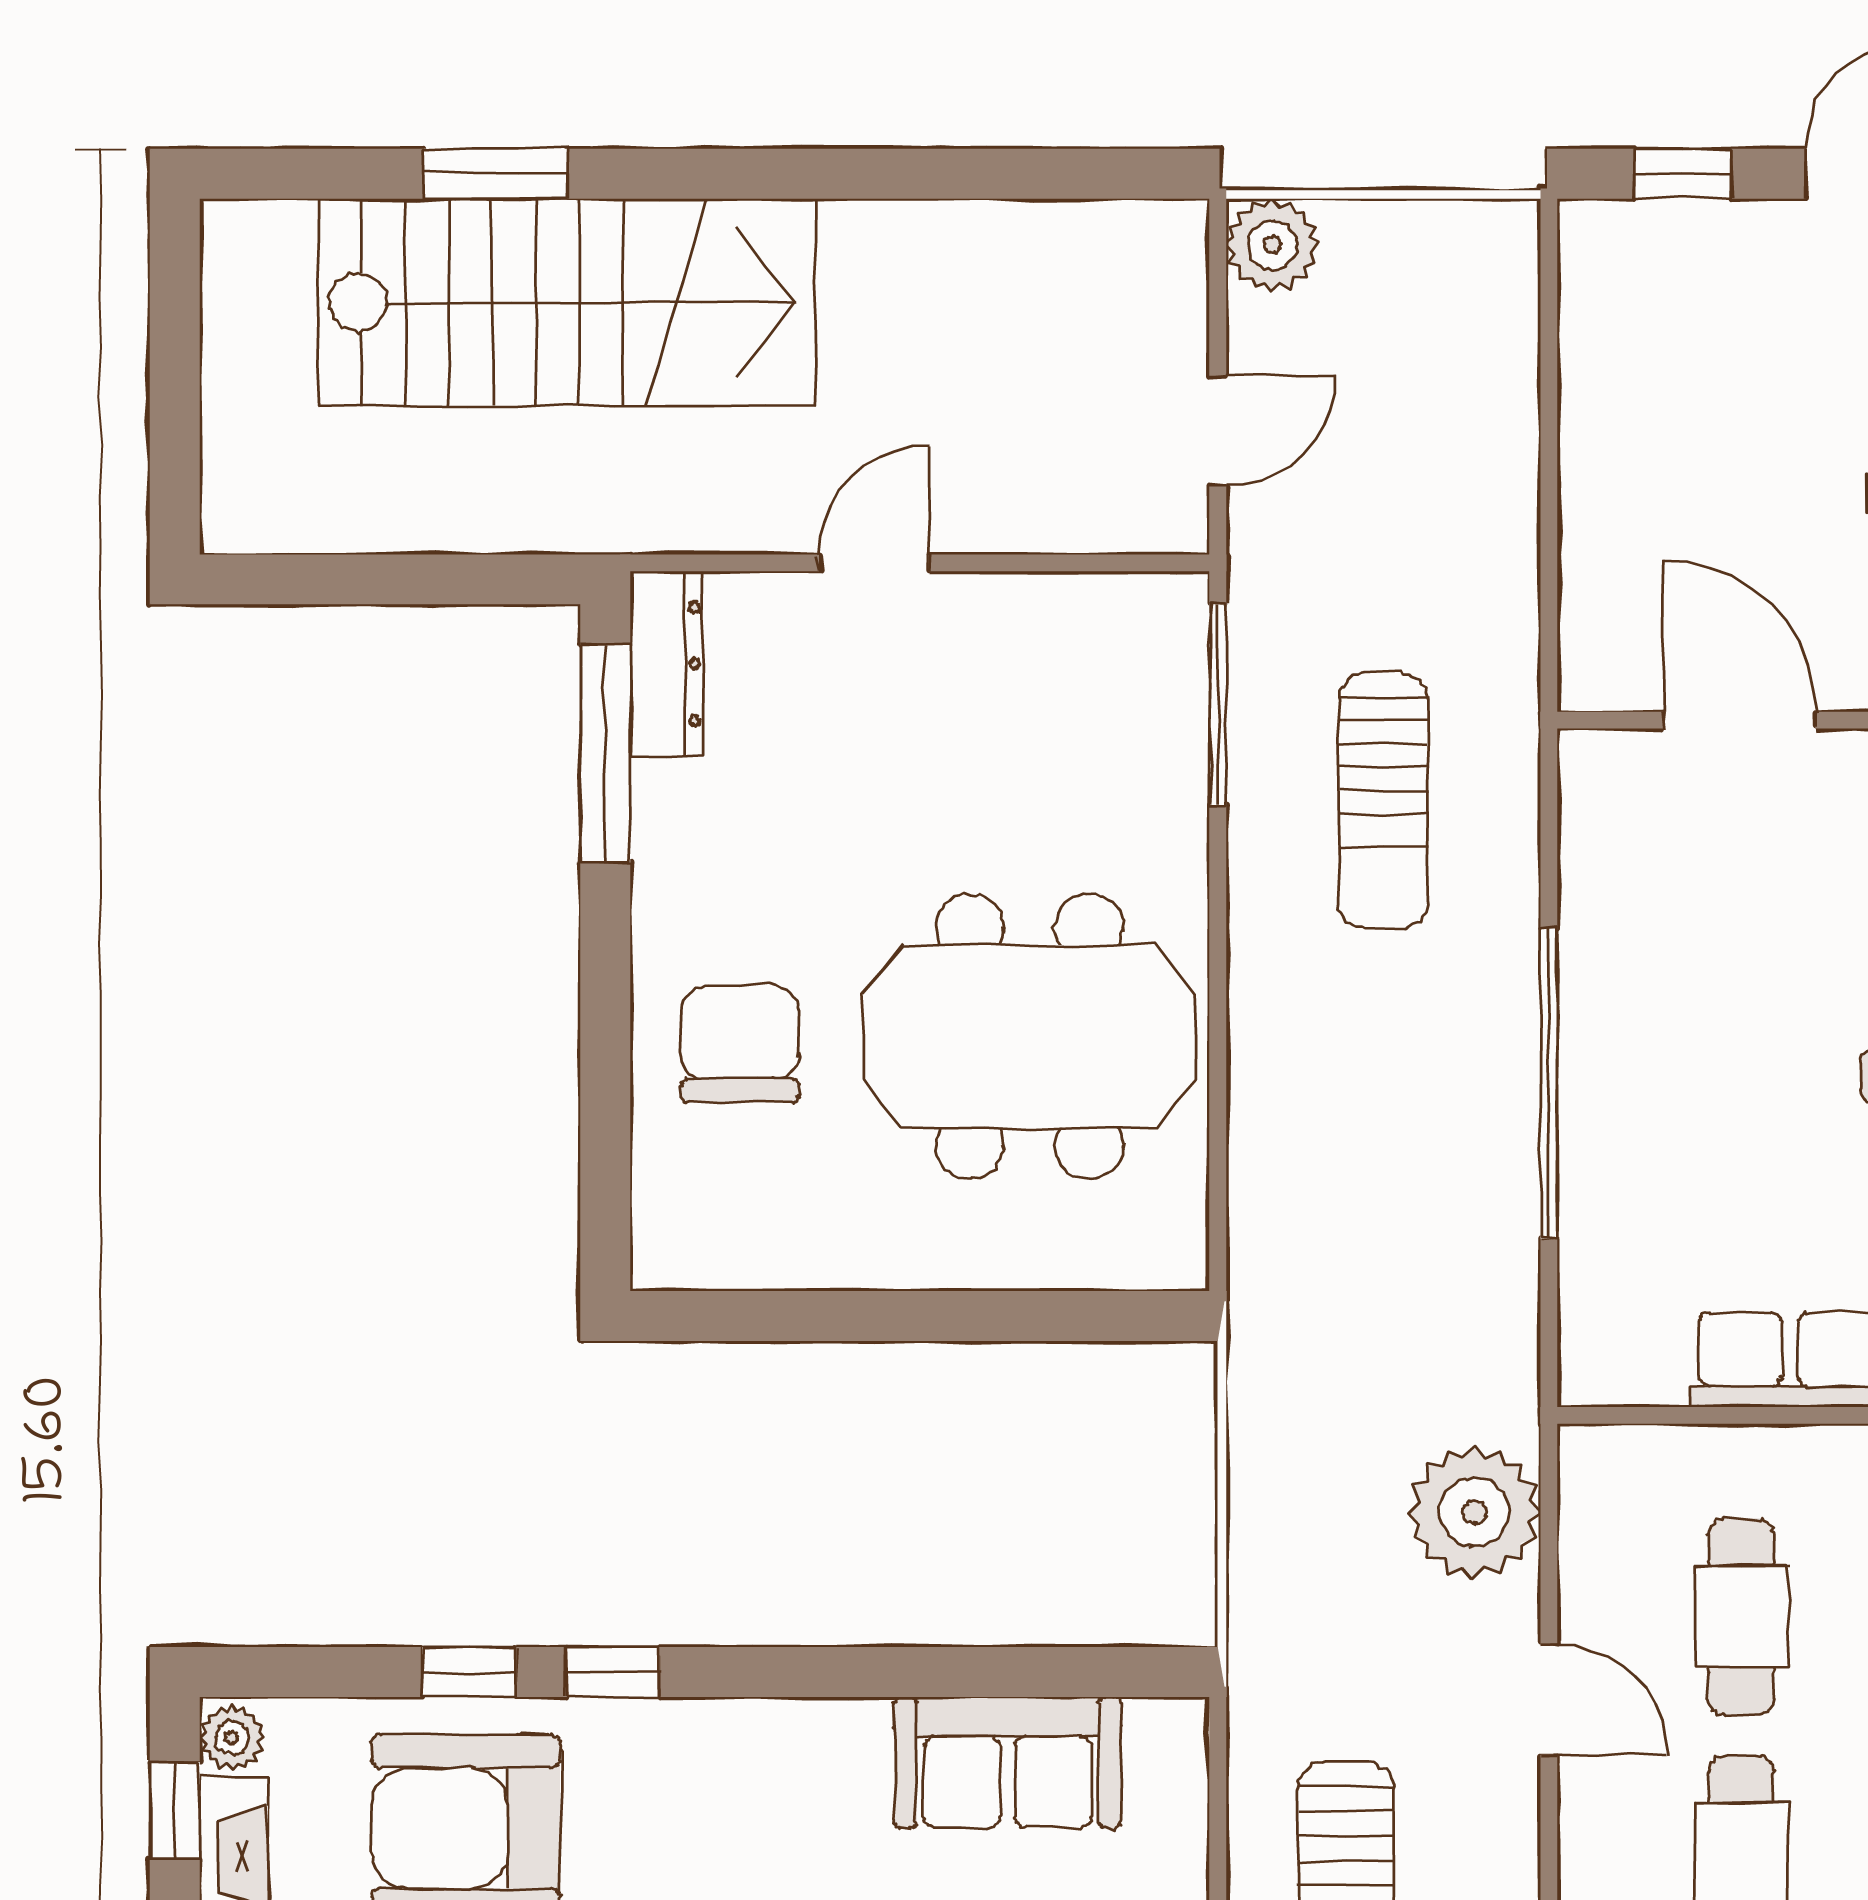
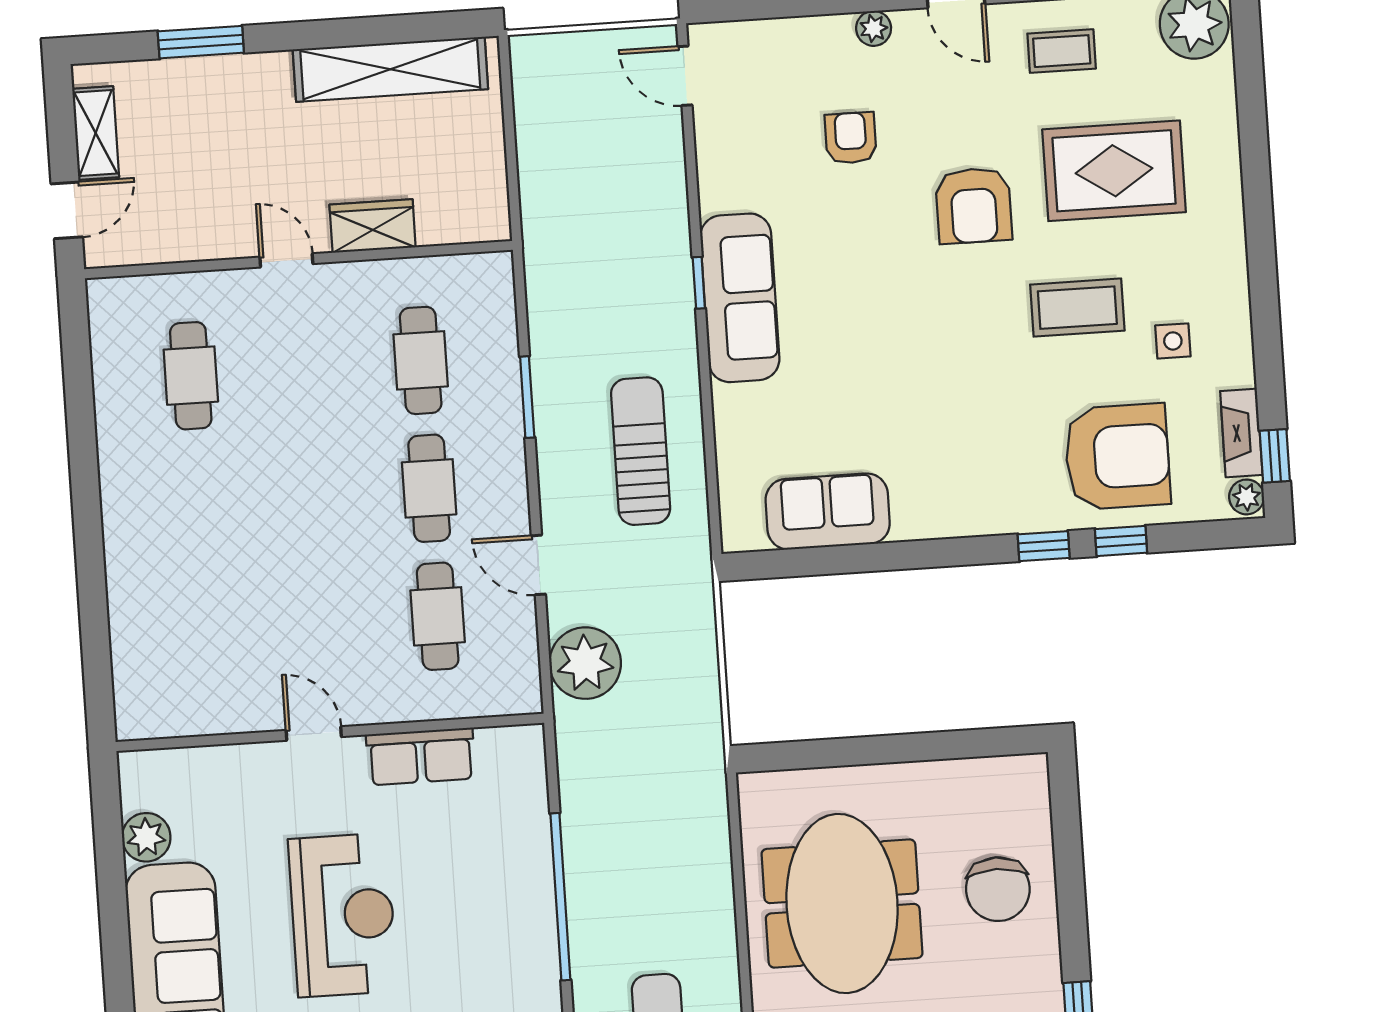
meeting table: (1029, 1036) -> (842, 904), turned 90

